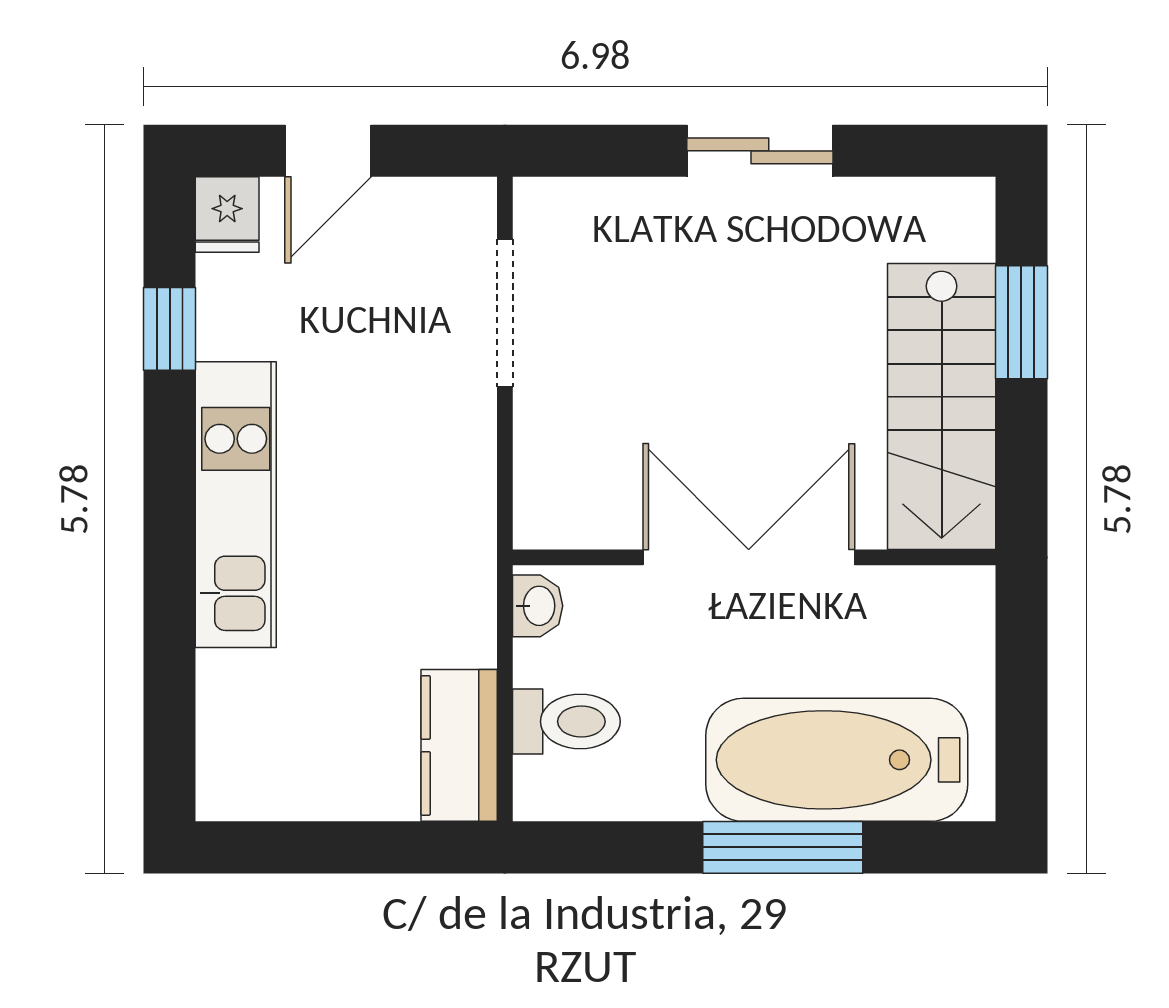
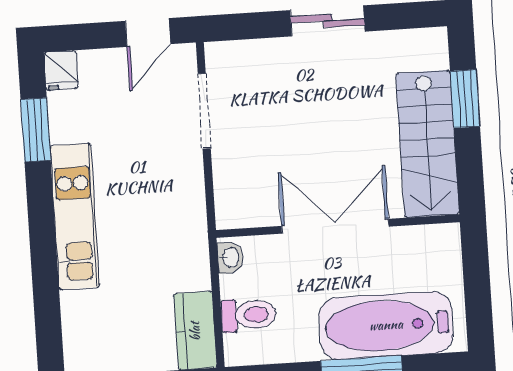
door: (328, 151) -> (148, 32), moved
window: (170, 329) -> (36, 130), width x1.50

